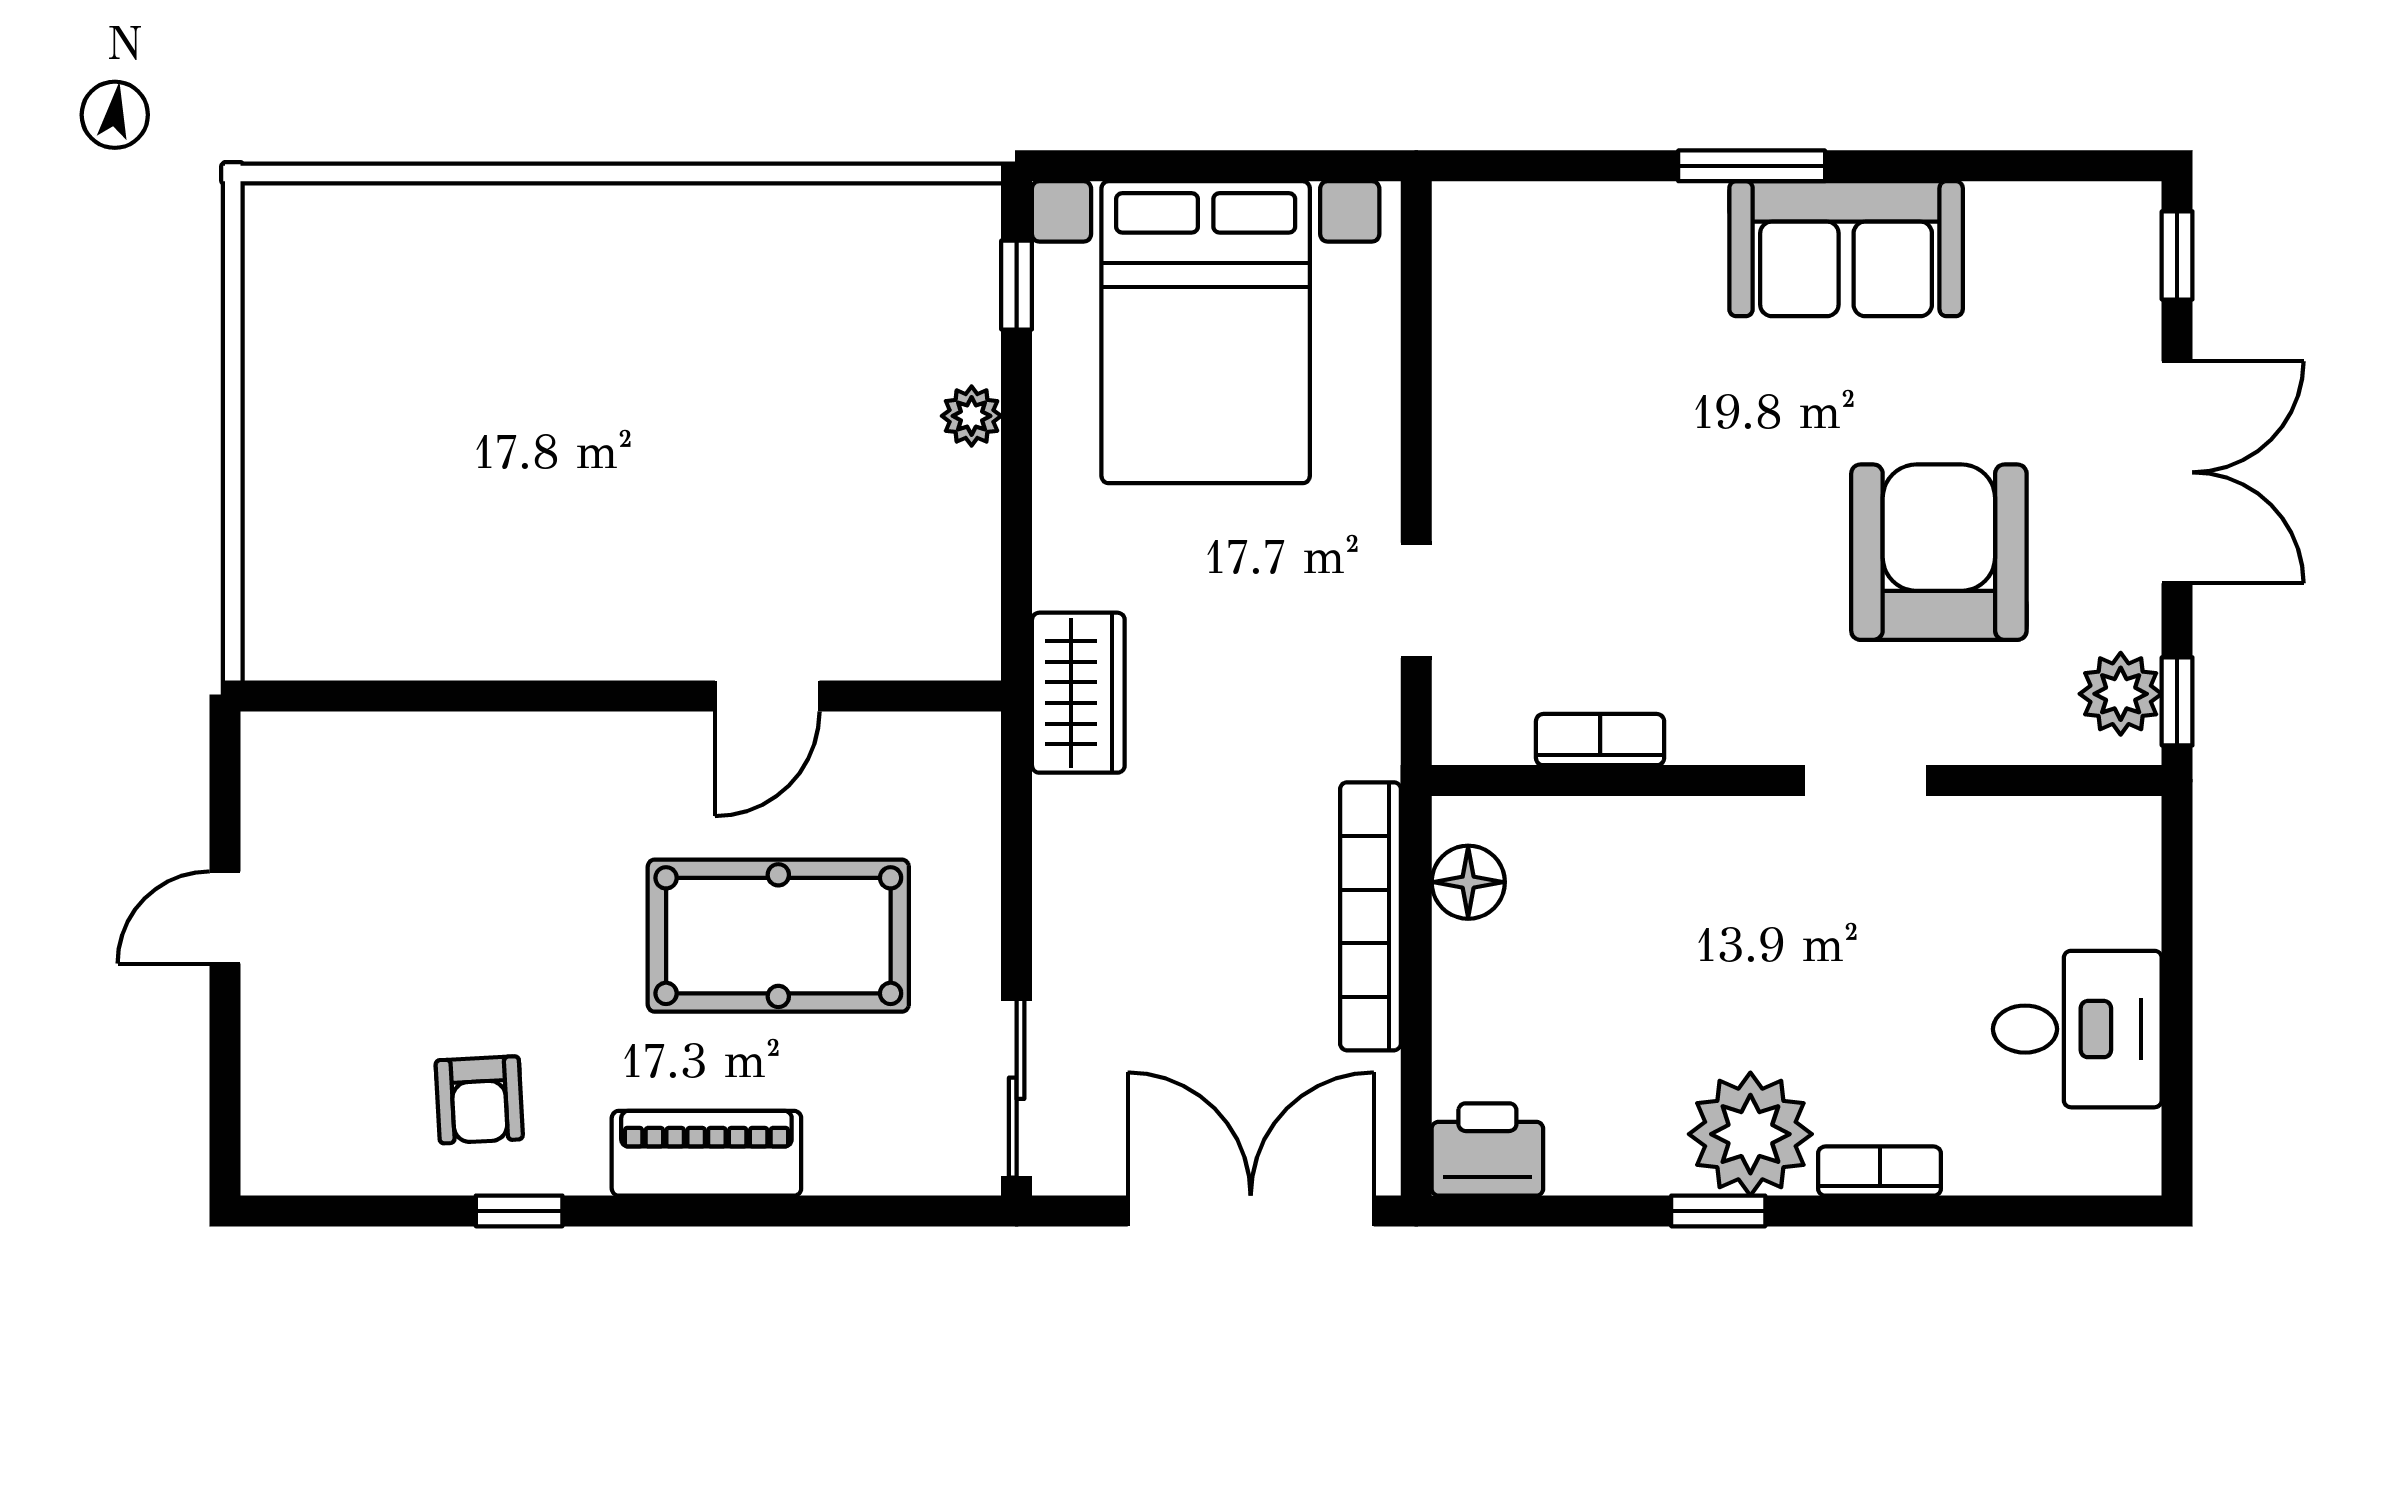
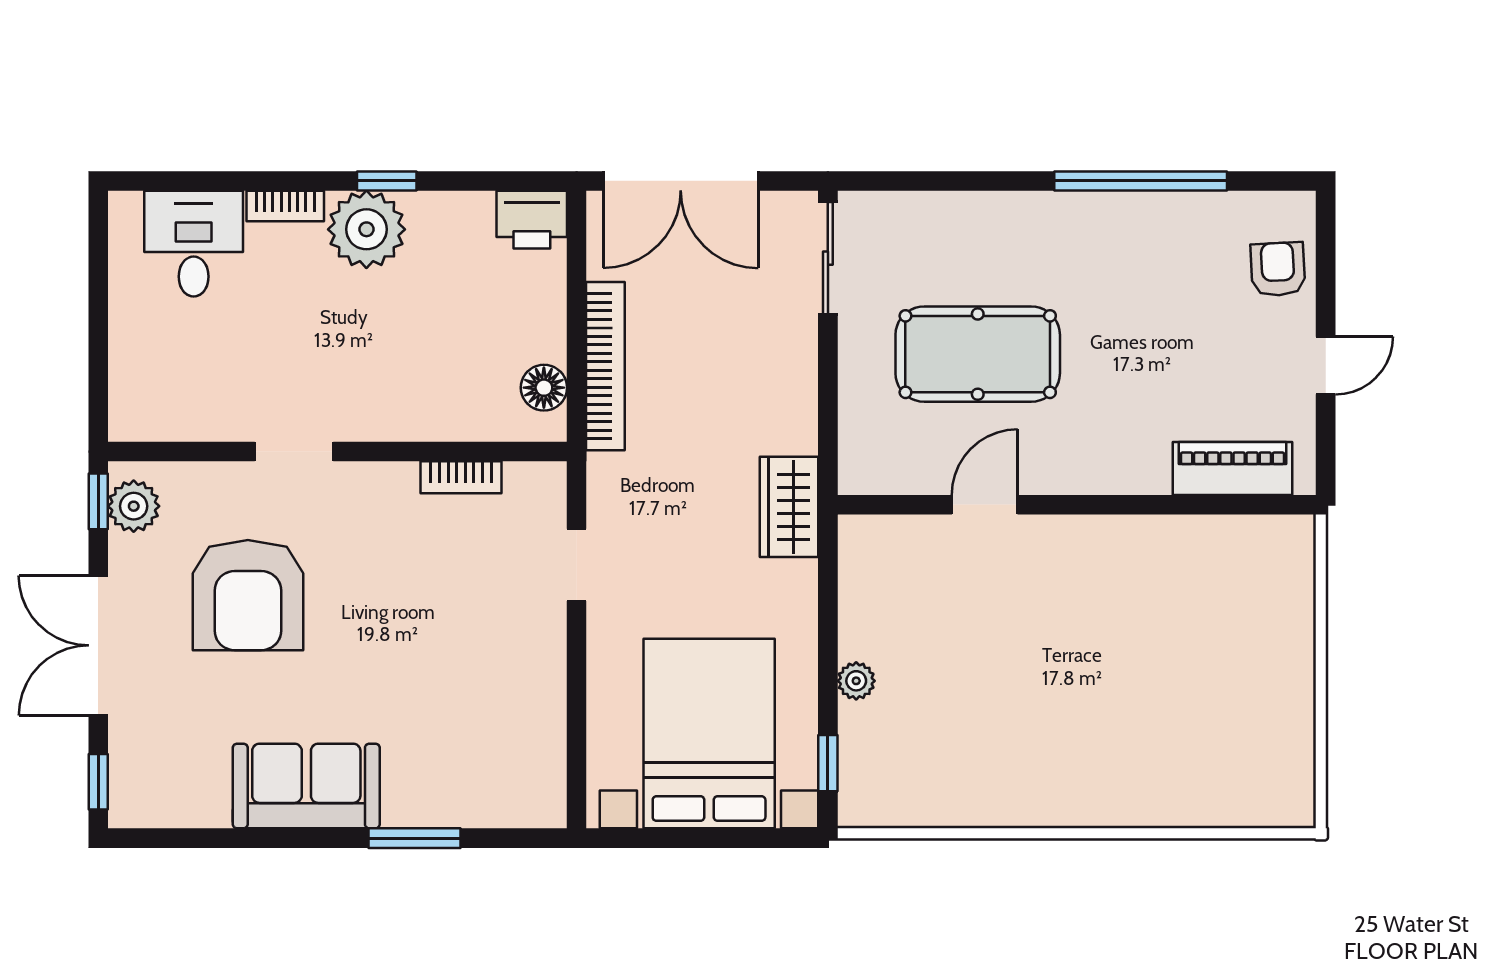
window: (1752, 166) -> (414, 838), moved
desk: (2077, 1029) -> (194, 244), moved, turned 90
armchair: (479, 1100) -> (1278, 269), moved
piano: (706, 1153) -> (1233, 468), moved, turned 180
window: (519, 1211) -> (1141, 181), width x3.17

